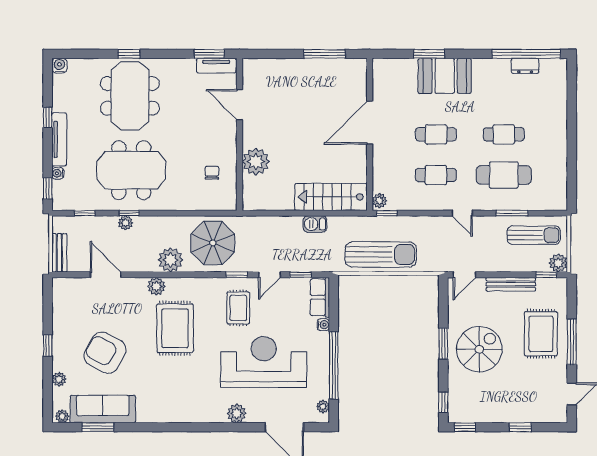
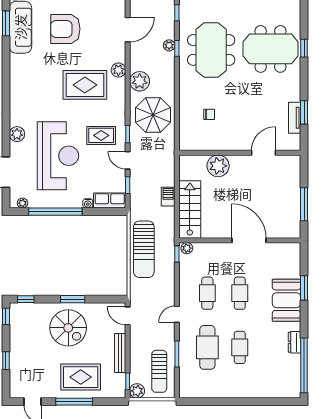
dresser: (525, 66) -> (294, 342), moved
door: (239, 105) -> (264, 153), moved
wall: (239, 134) -> (240, 153), moved
plant: (256, 162) -> (218, 166), moved
armchair: (105, 353) -> (65, 29), turned -119

